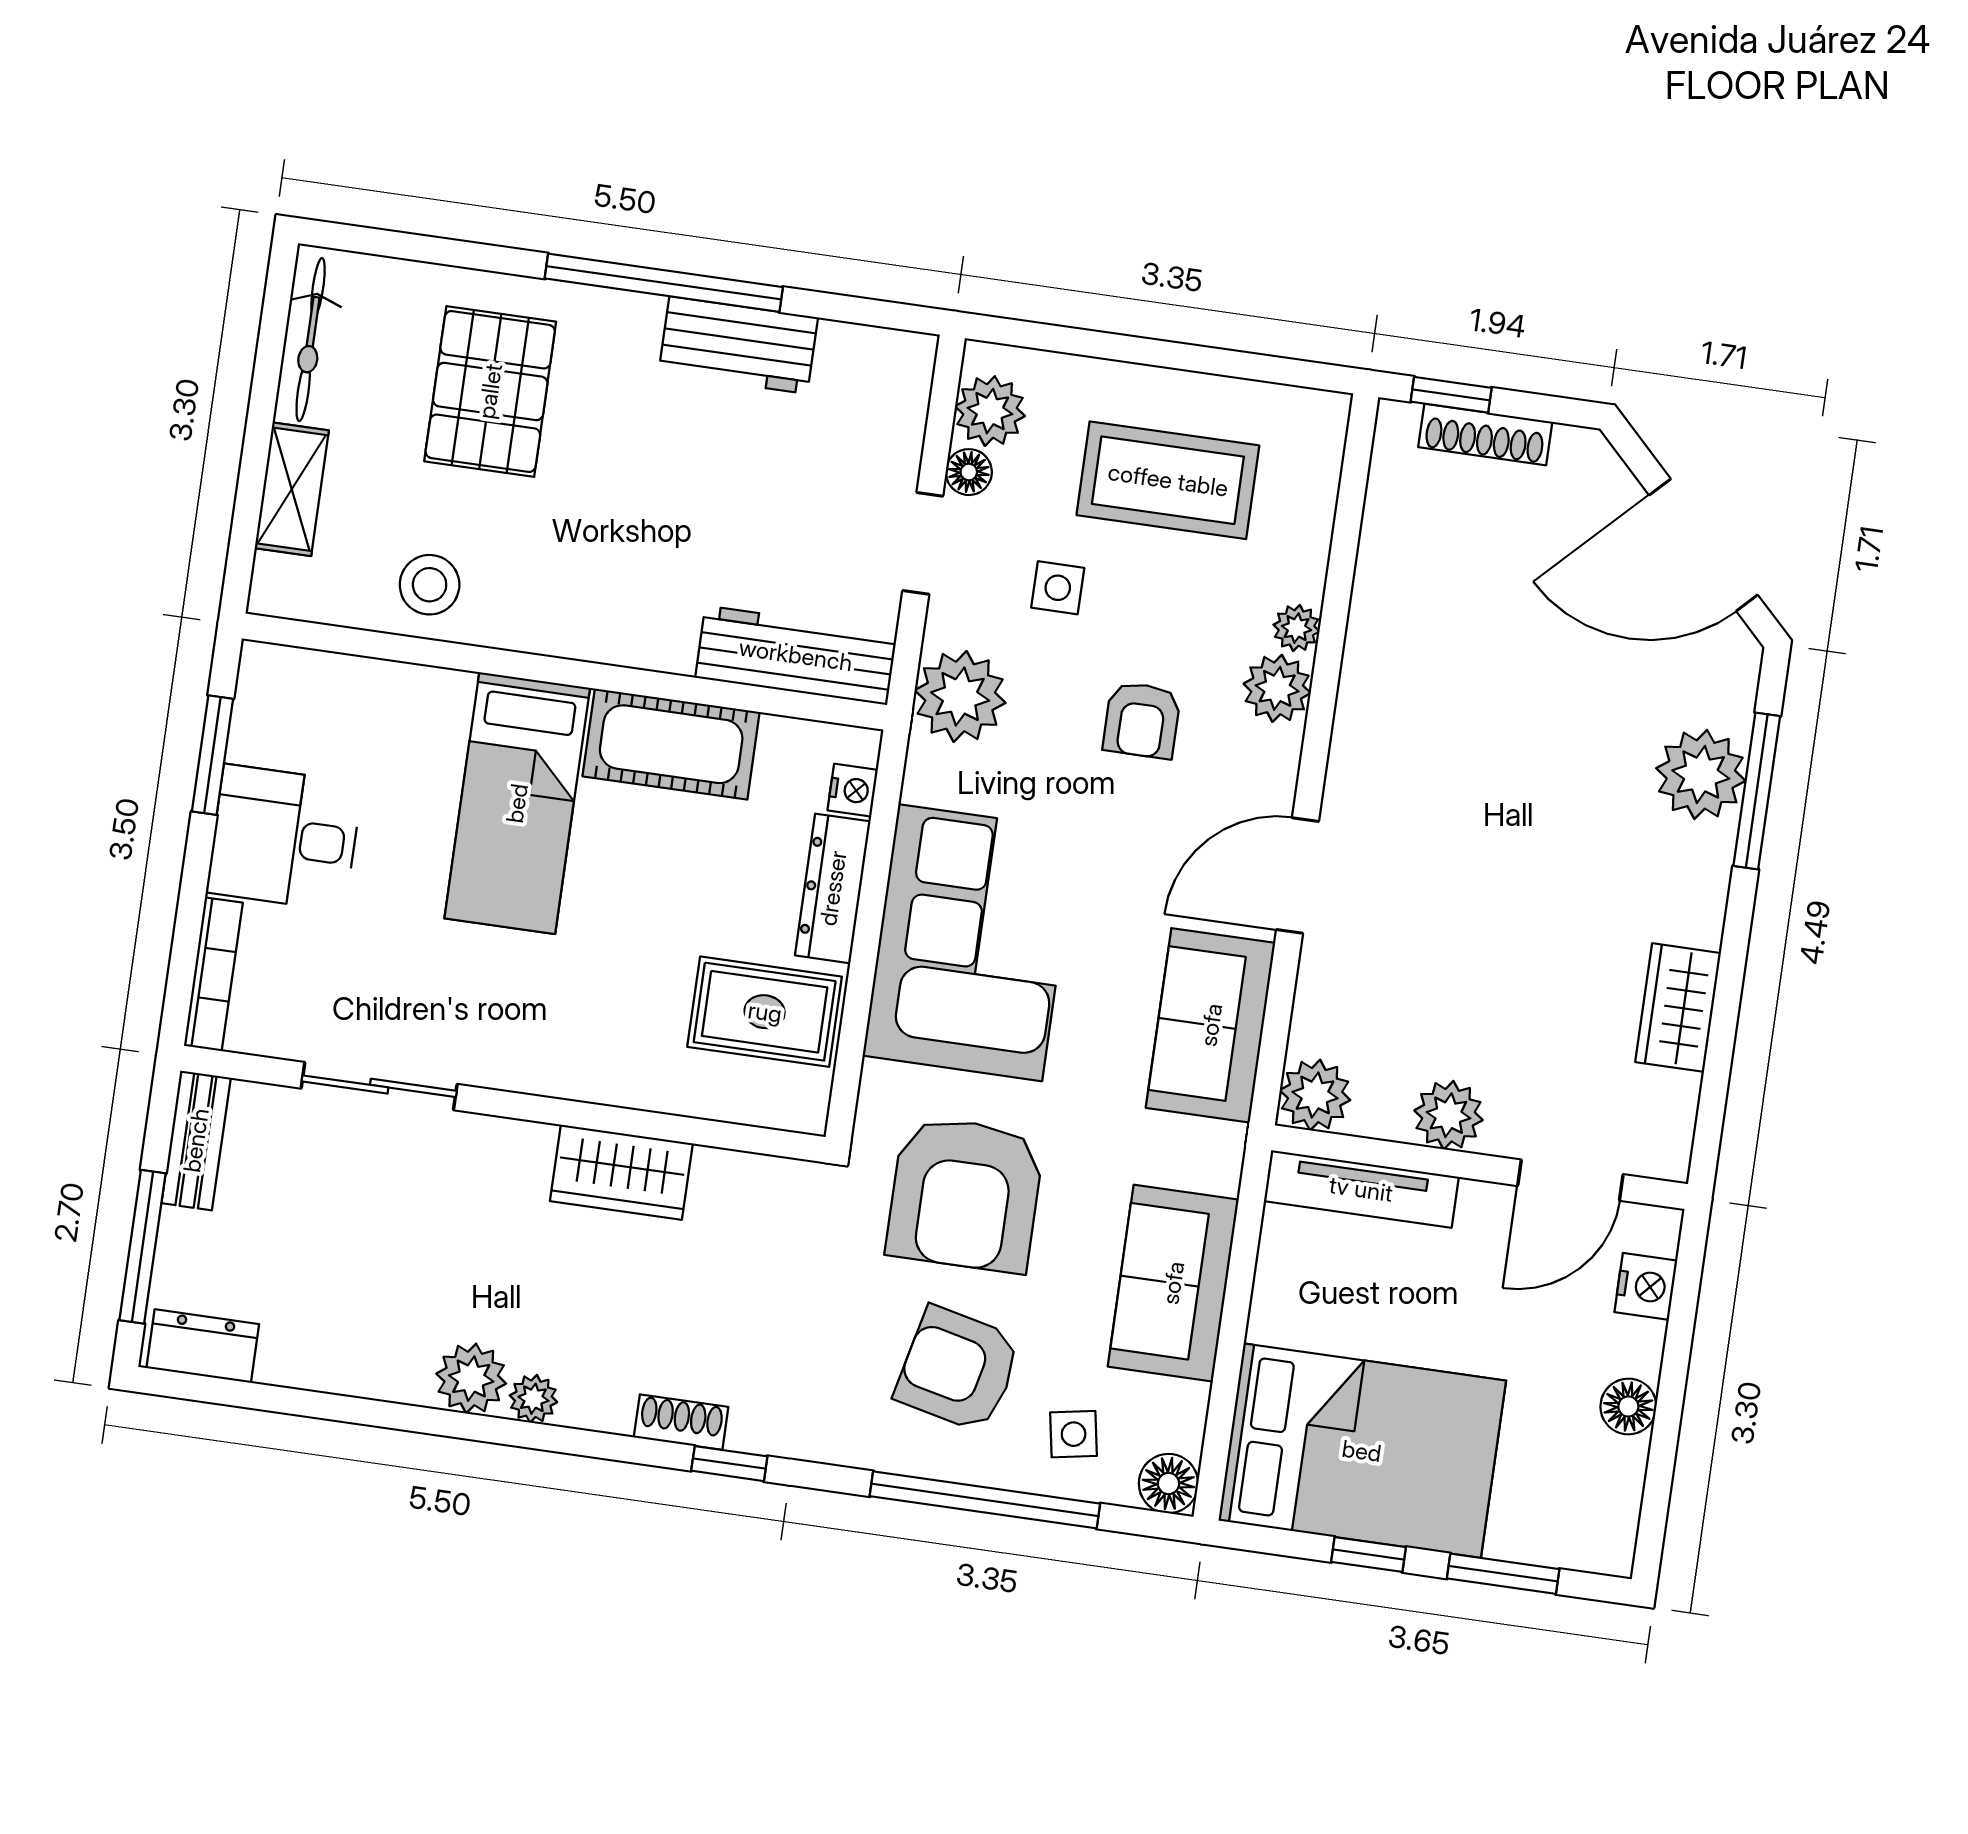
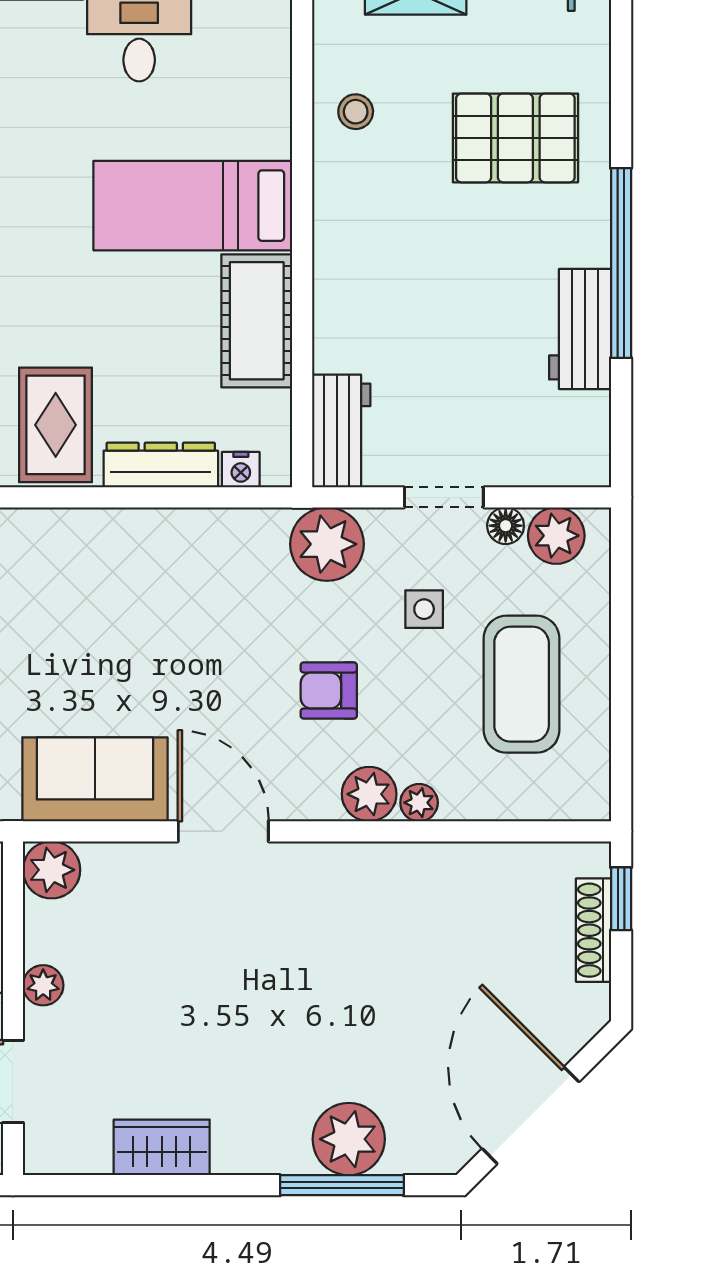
stool: (430, 585) -> (356, 112), width x0.73, depth x0.73
workbench: (796, 655) -> (341, 431), width x0.73
corner sofa: (970, 943) -> (133, 580), removed
plant: (1448, 1115) -> (43, 985), width x0.73, depth x0.73

